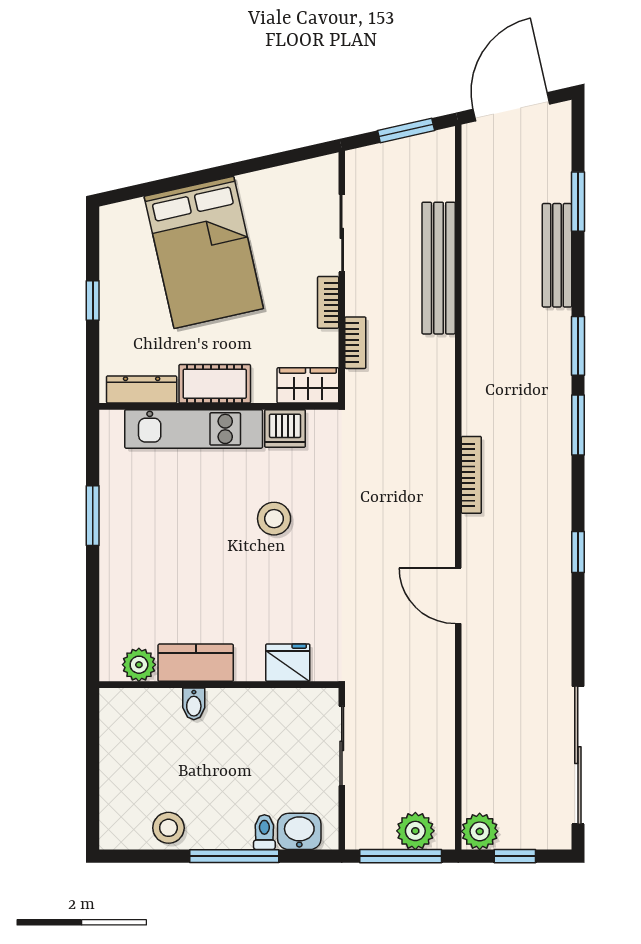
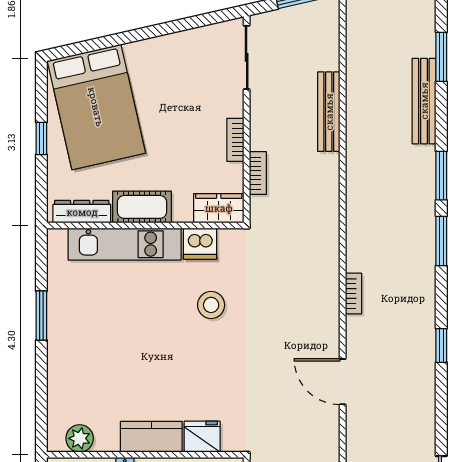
sliding door: (342, 233) -> (247, 57), moved
bed: (204, 252) -> (96, 107), moved
bench: (439, 268) -> (329, 112), width x0.73, depth x0.82
bookcase: (471, 475) -> (353, 293), width x0.64
stool: (274, 519) -> (211, 305), moved
kitchen counter: (196, 663) -> (151, 437), moved

